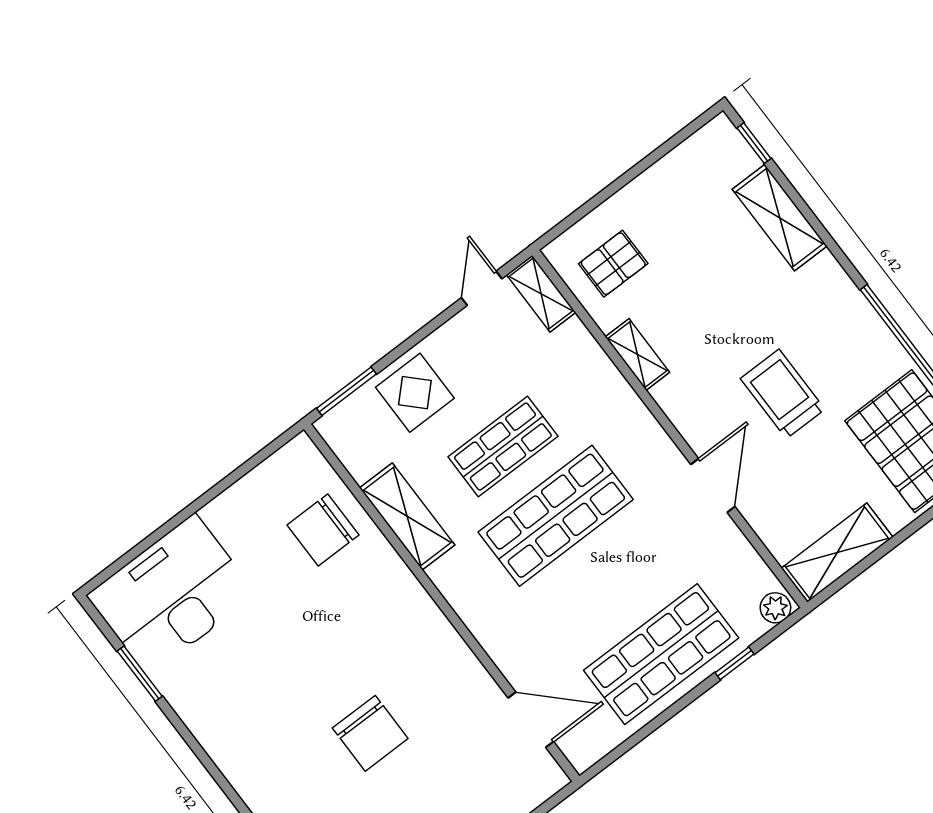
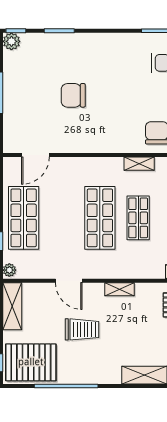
shelving: (637, 355) -> (120, 289), moved
shelving: (407, 516) -> (139, 164), width x0.67, depth x0.75

